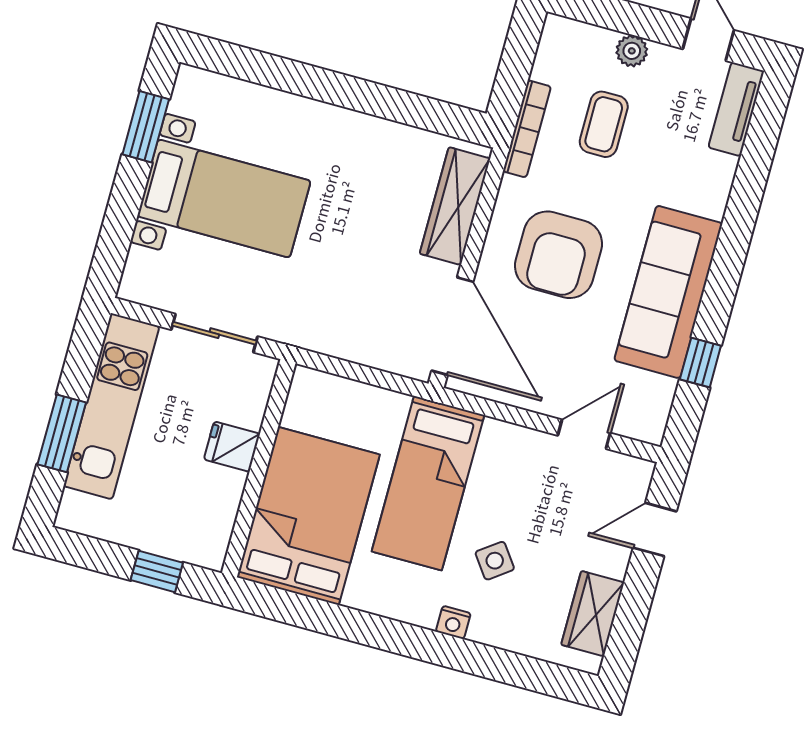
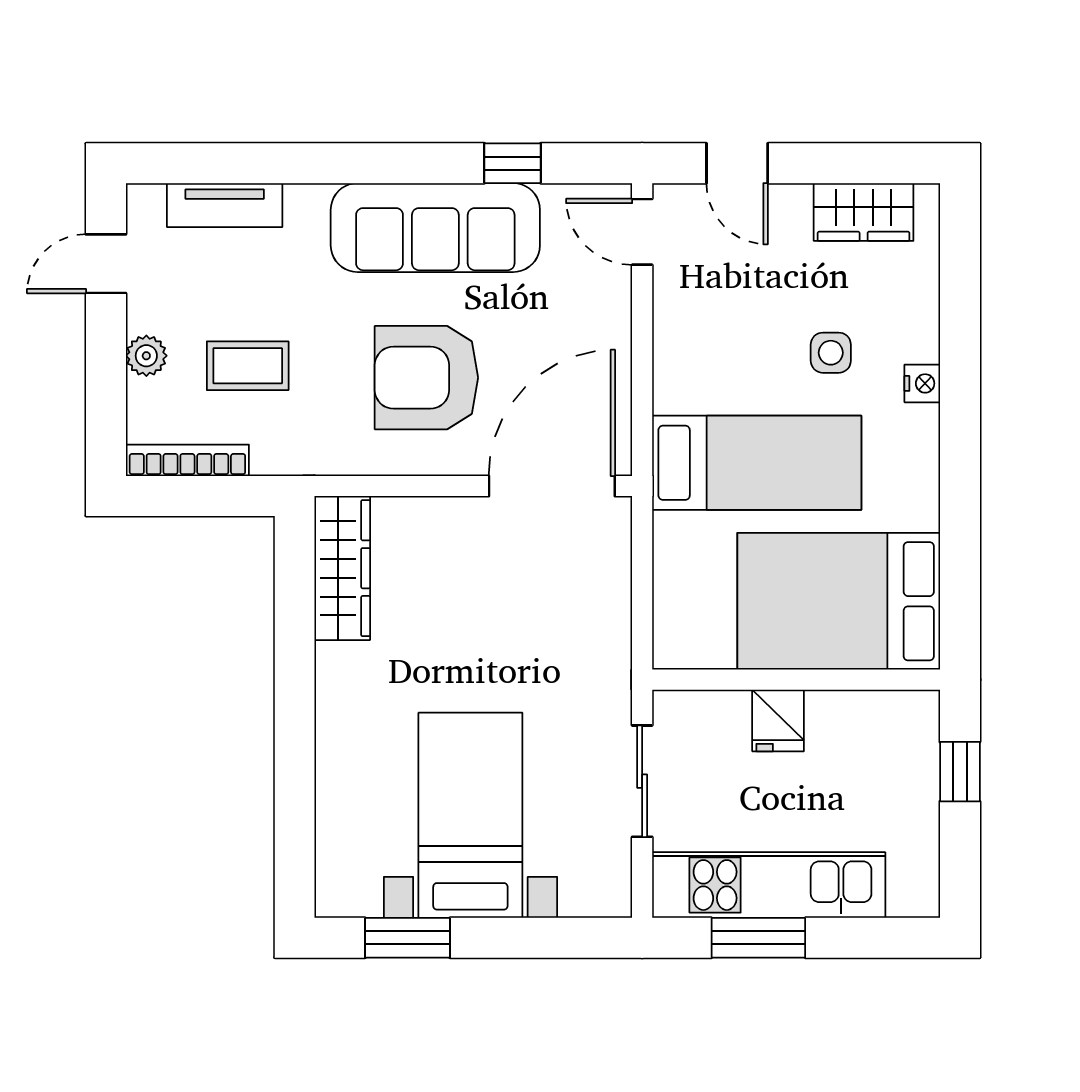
tv unit: (736, 109) -> (225, 205), moved
bookcase: (527, 129) -> (187, 460), moved
wardrobe: (455, 206) -> (342, 568), moved, turned -90
armchair: (558, 255) -> (426, 378), turned 180
window: (62, 433) -> (758, 938), moved
door: (584, 434) -> (642, 232), moved
side table: (495, 561) -> (831, 353), turned 36

